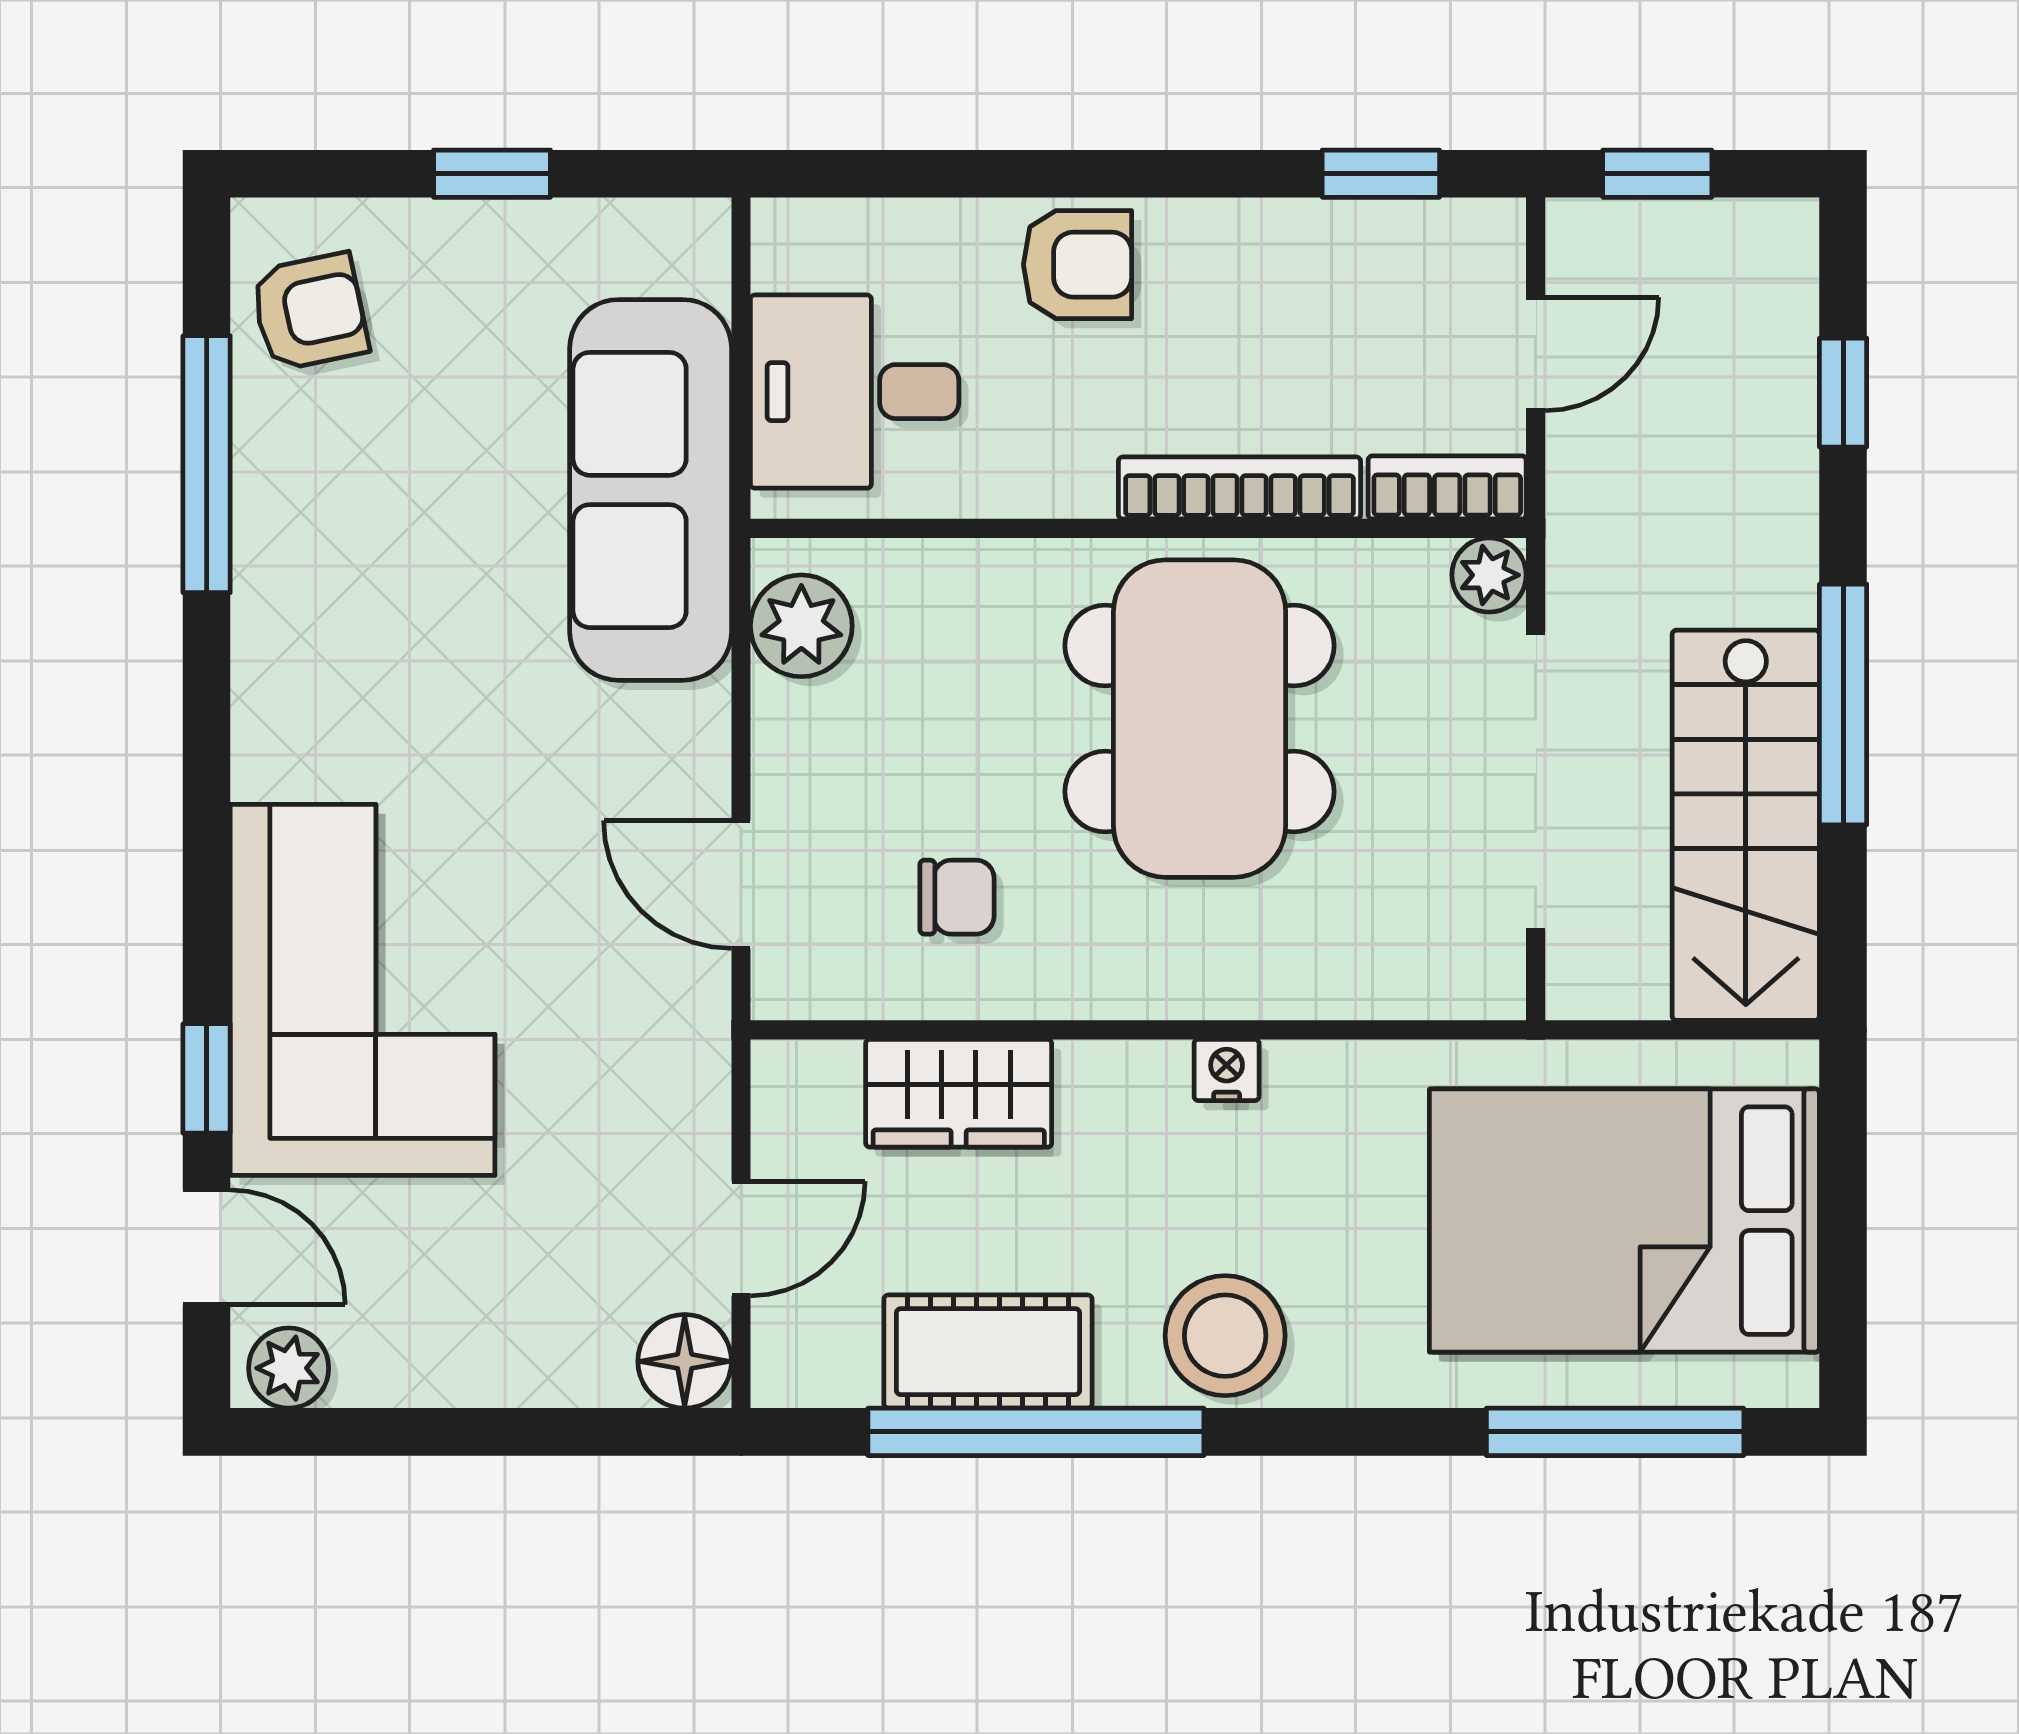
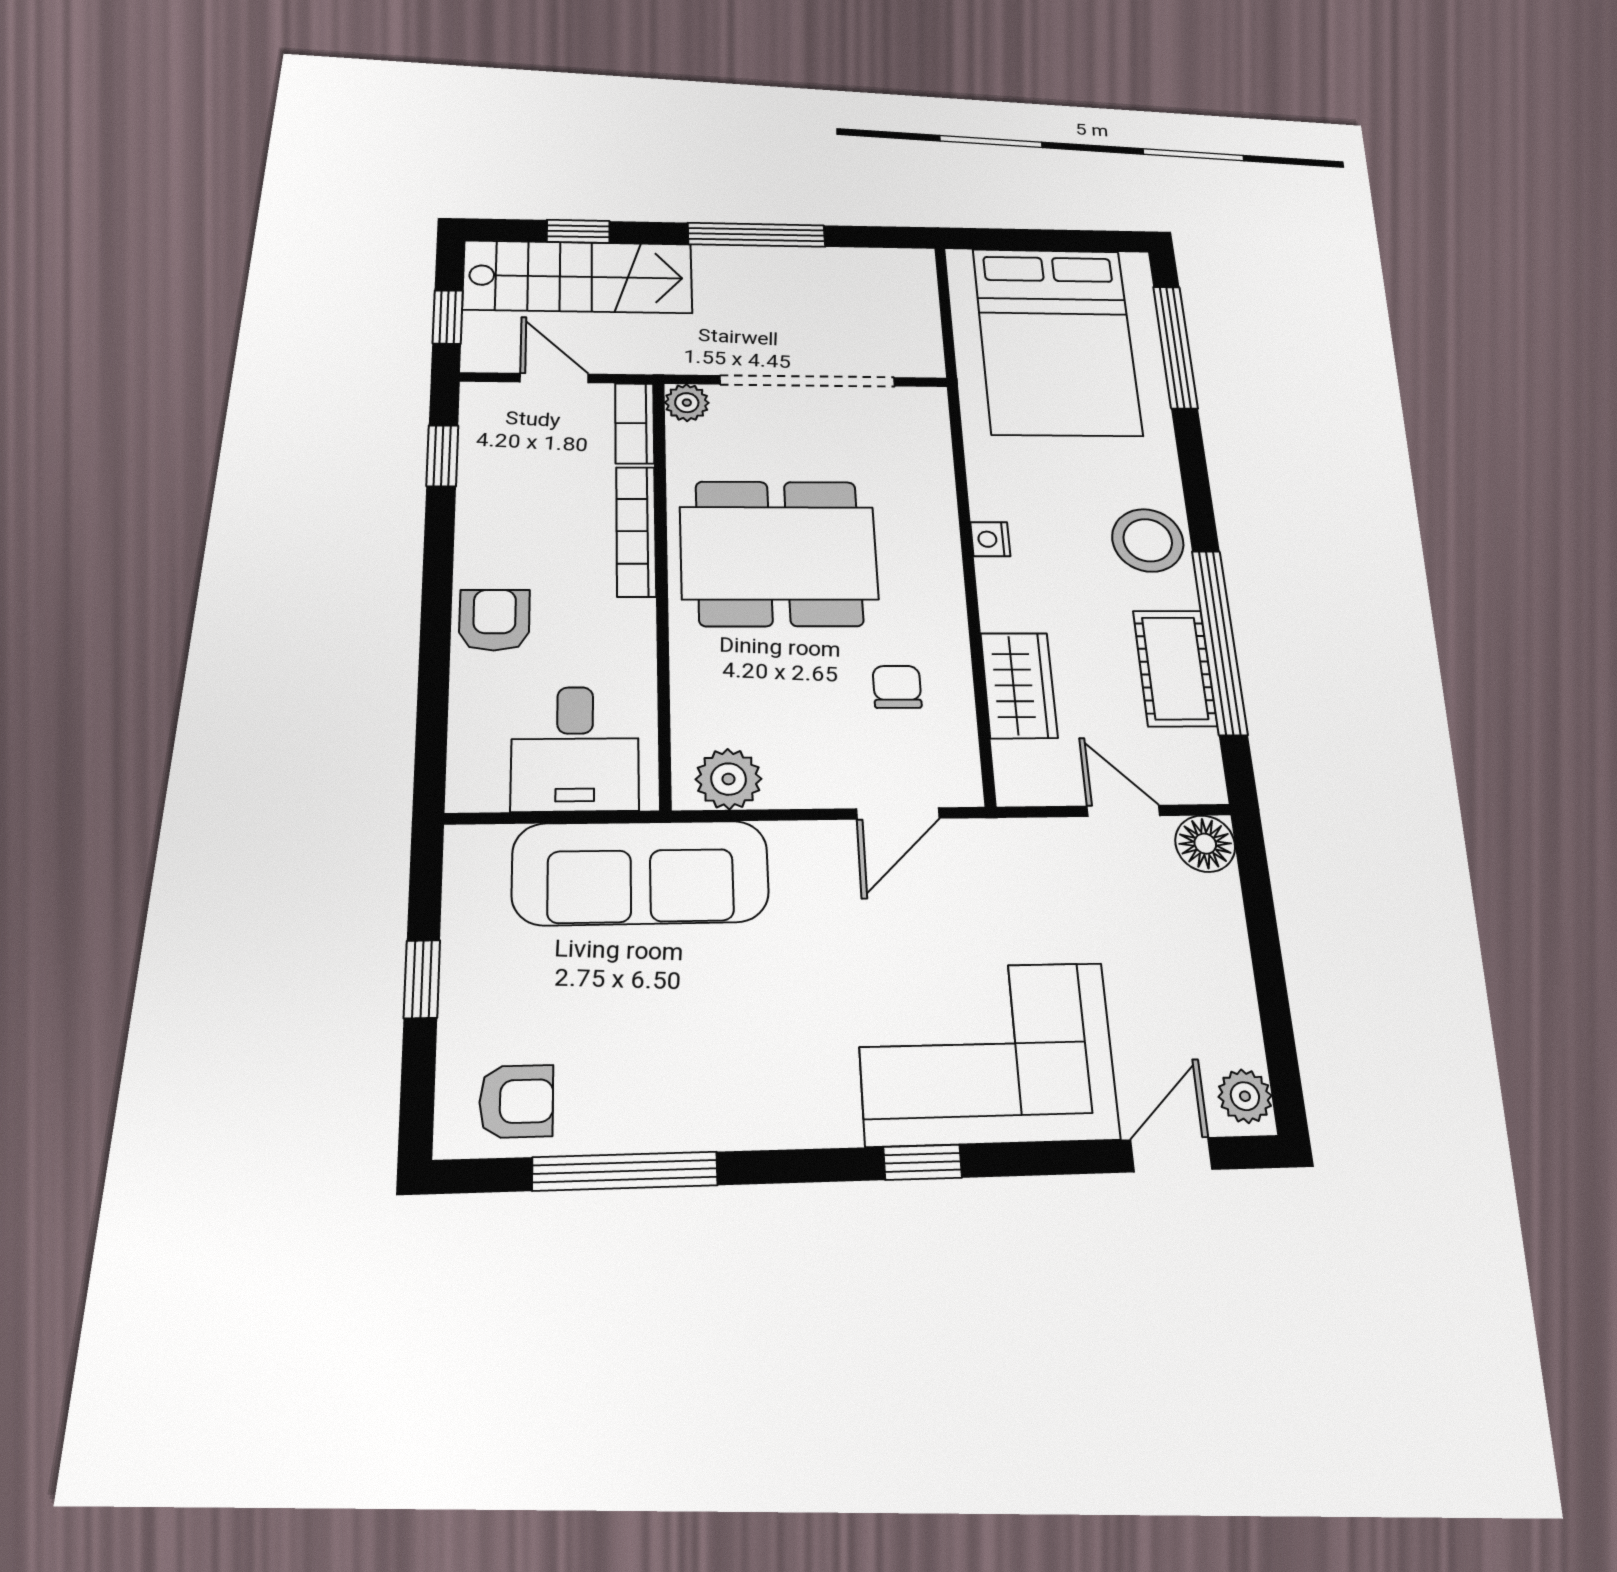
armchair: (310, 312) -> (516, 1101), turned 102
stairs: (1746, 825) -> (578, 277), moved
window: (207, 1078) -> (923, 1162), moved

